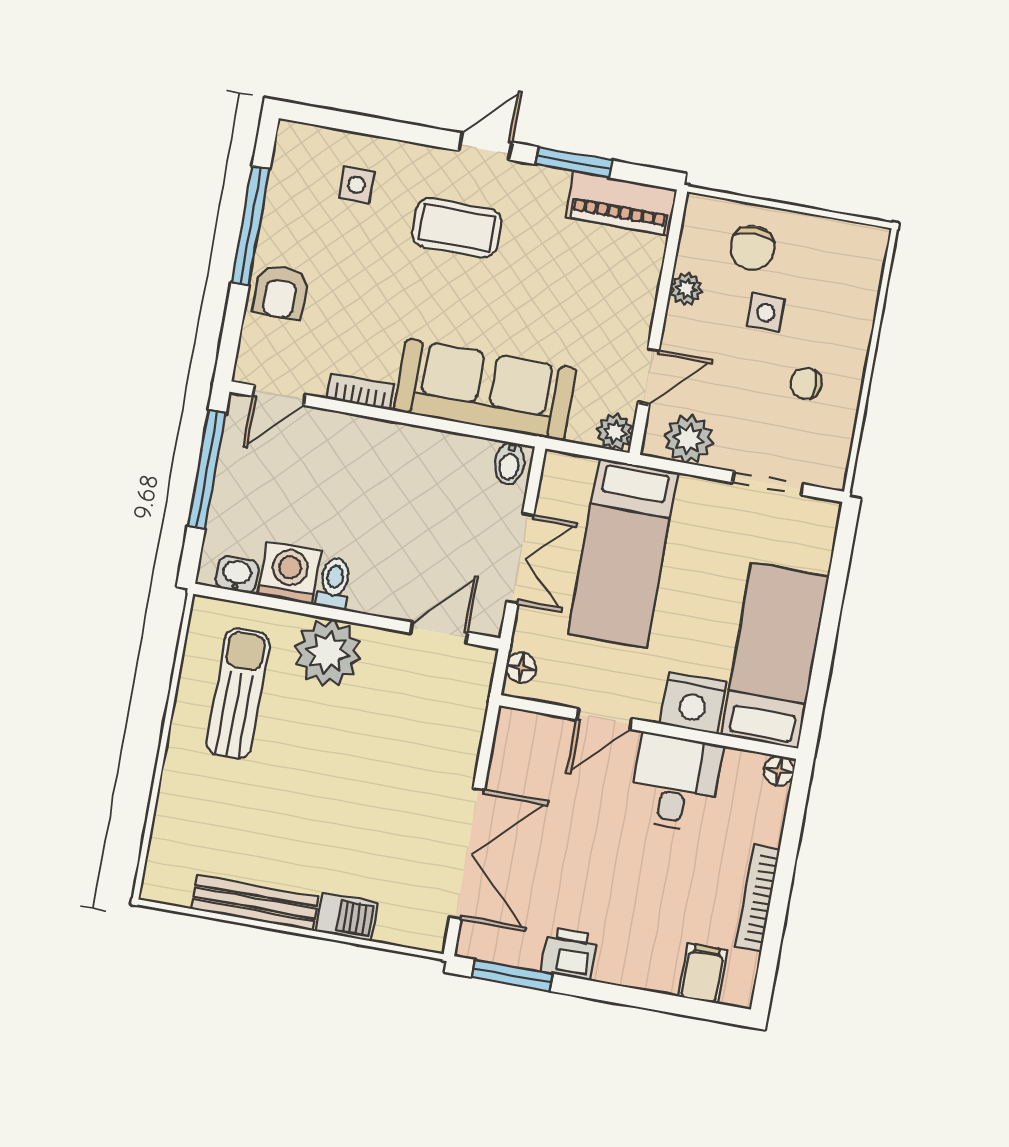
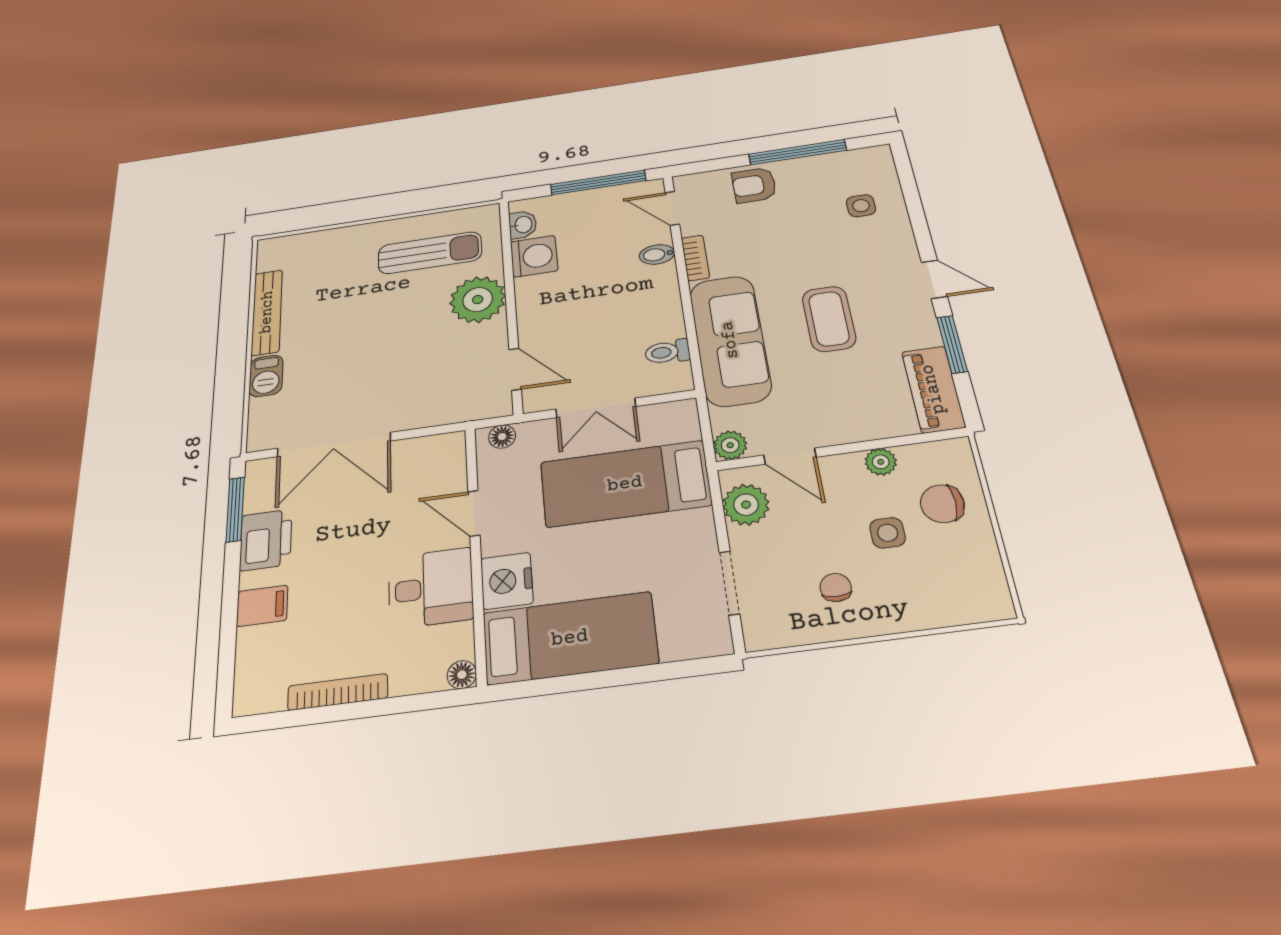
coffee table: (457, 228) -> (829, 319), moved
bidet: (509, 463) -> (657, 254), moved
toilet: (334, 583) -> (667, 352), moved, turned 180
printer: (569, 954) -> (266, 540), width x1.36, depth x1.24
filing cabinet: (703, 973) -> (262, 606), moved

